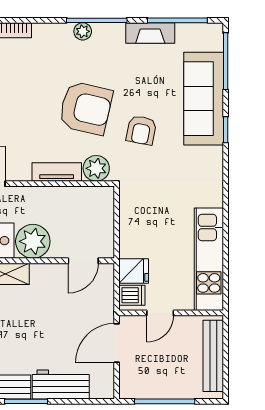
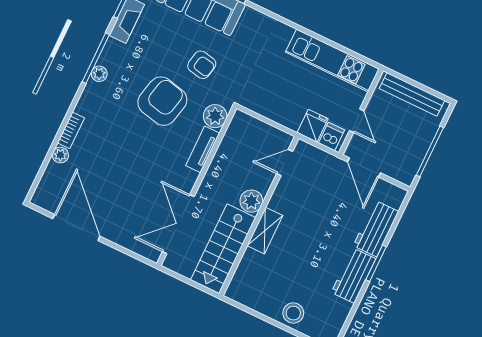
plant: (33, 241) -> (251, 201), width x0.73, depth x0.73
door: (83, 261) -> (285, 162), swing flipped

